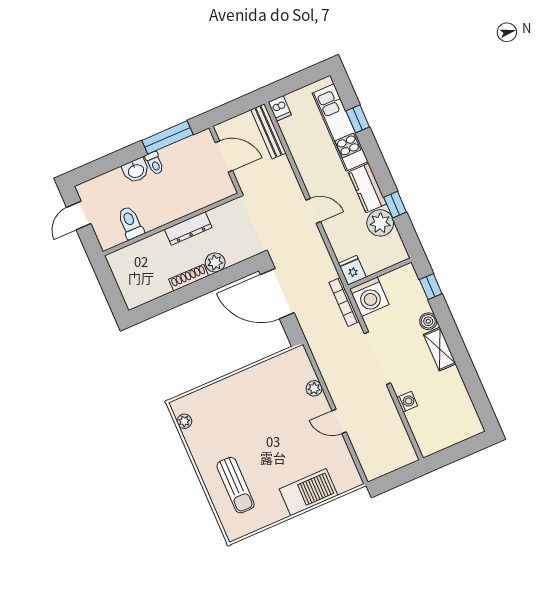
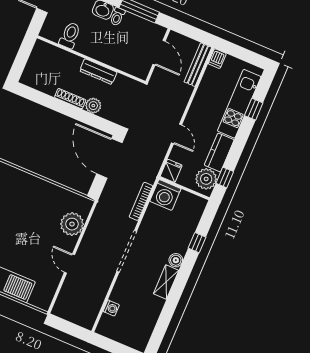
fridge: (352, 270) -> (171, 171), moved
wall: (380, 274) -> (184, 188), moved
washing machine: (369, 297) -> (165, 195), moved
plant: (314, 388) -> (72, 224), width x1.88, depth x1.88
washing machine: (407, 402) -> (111, 308), moved

